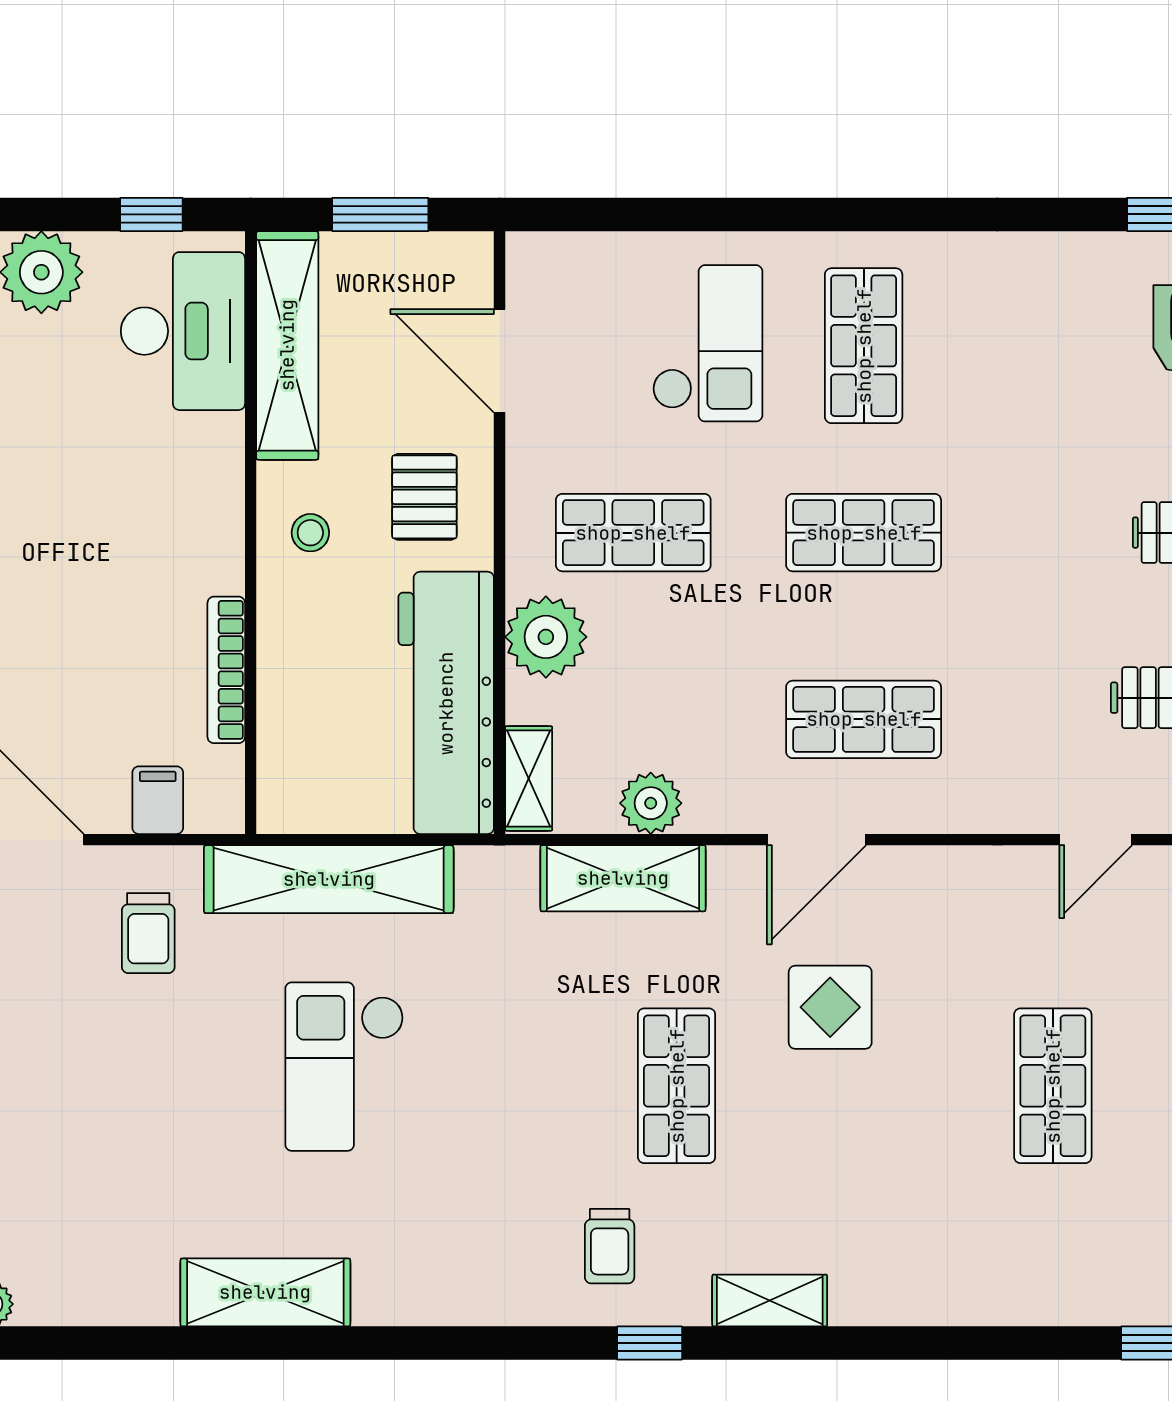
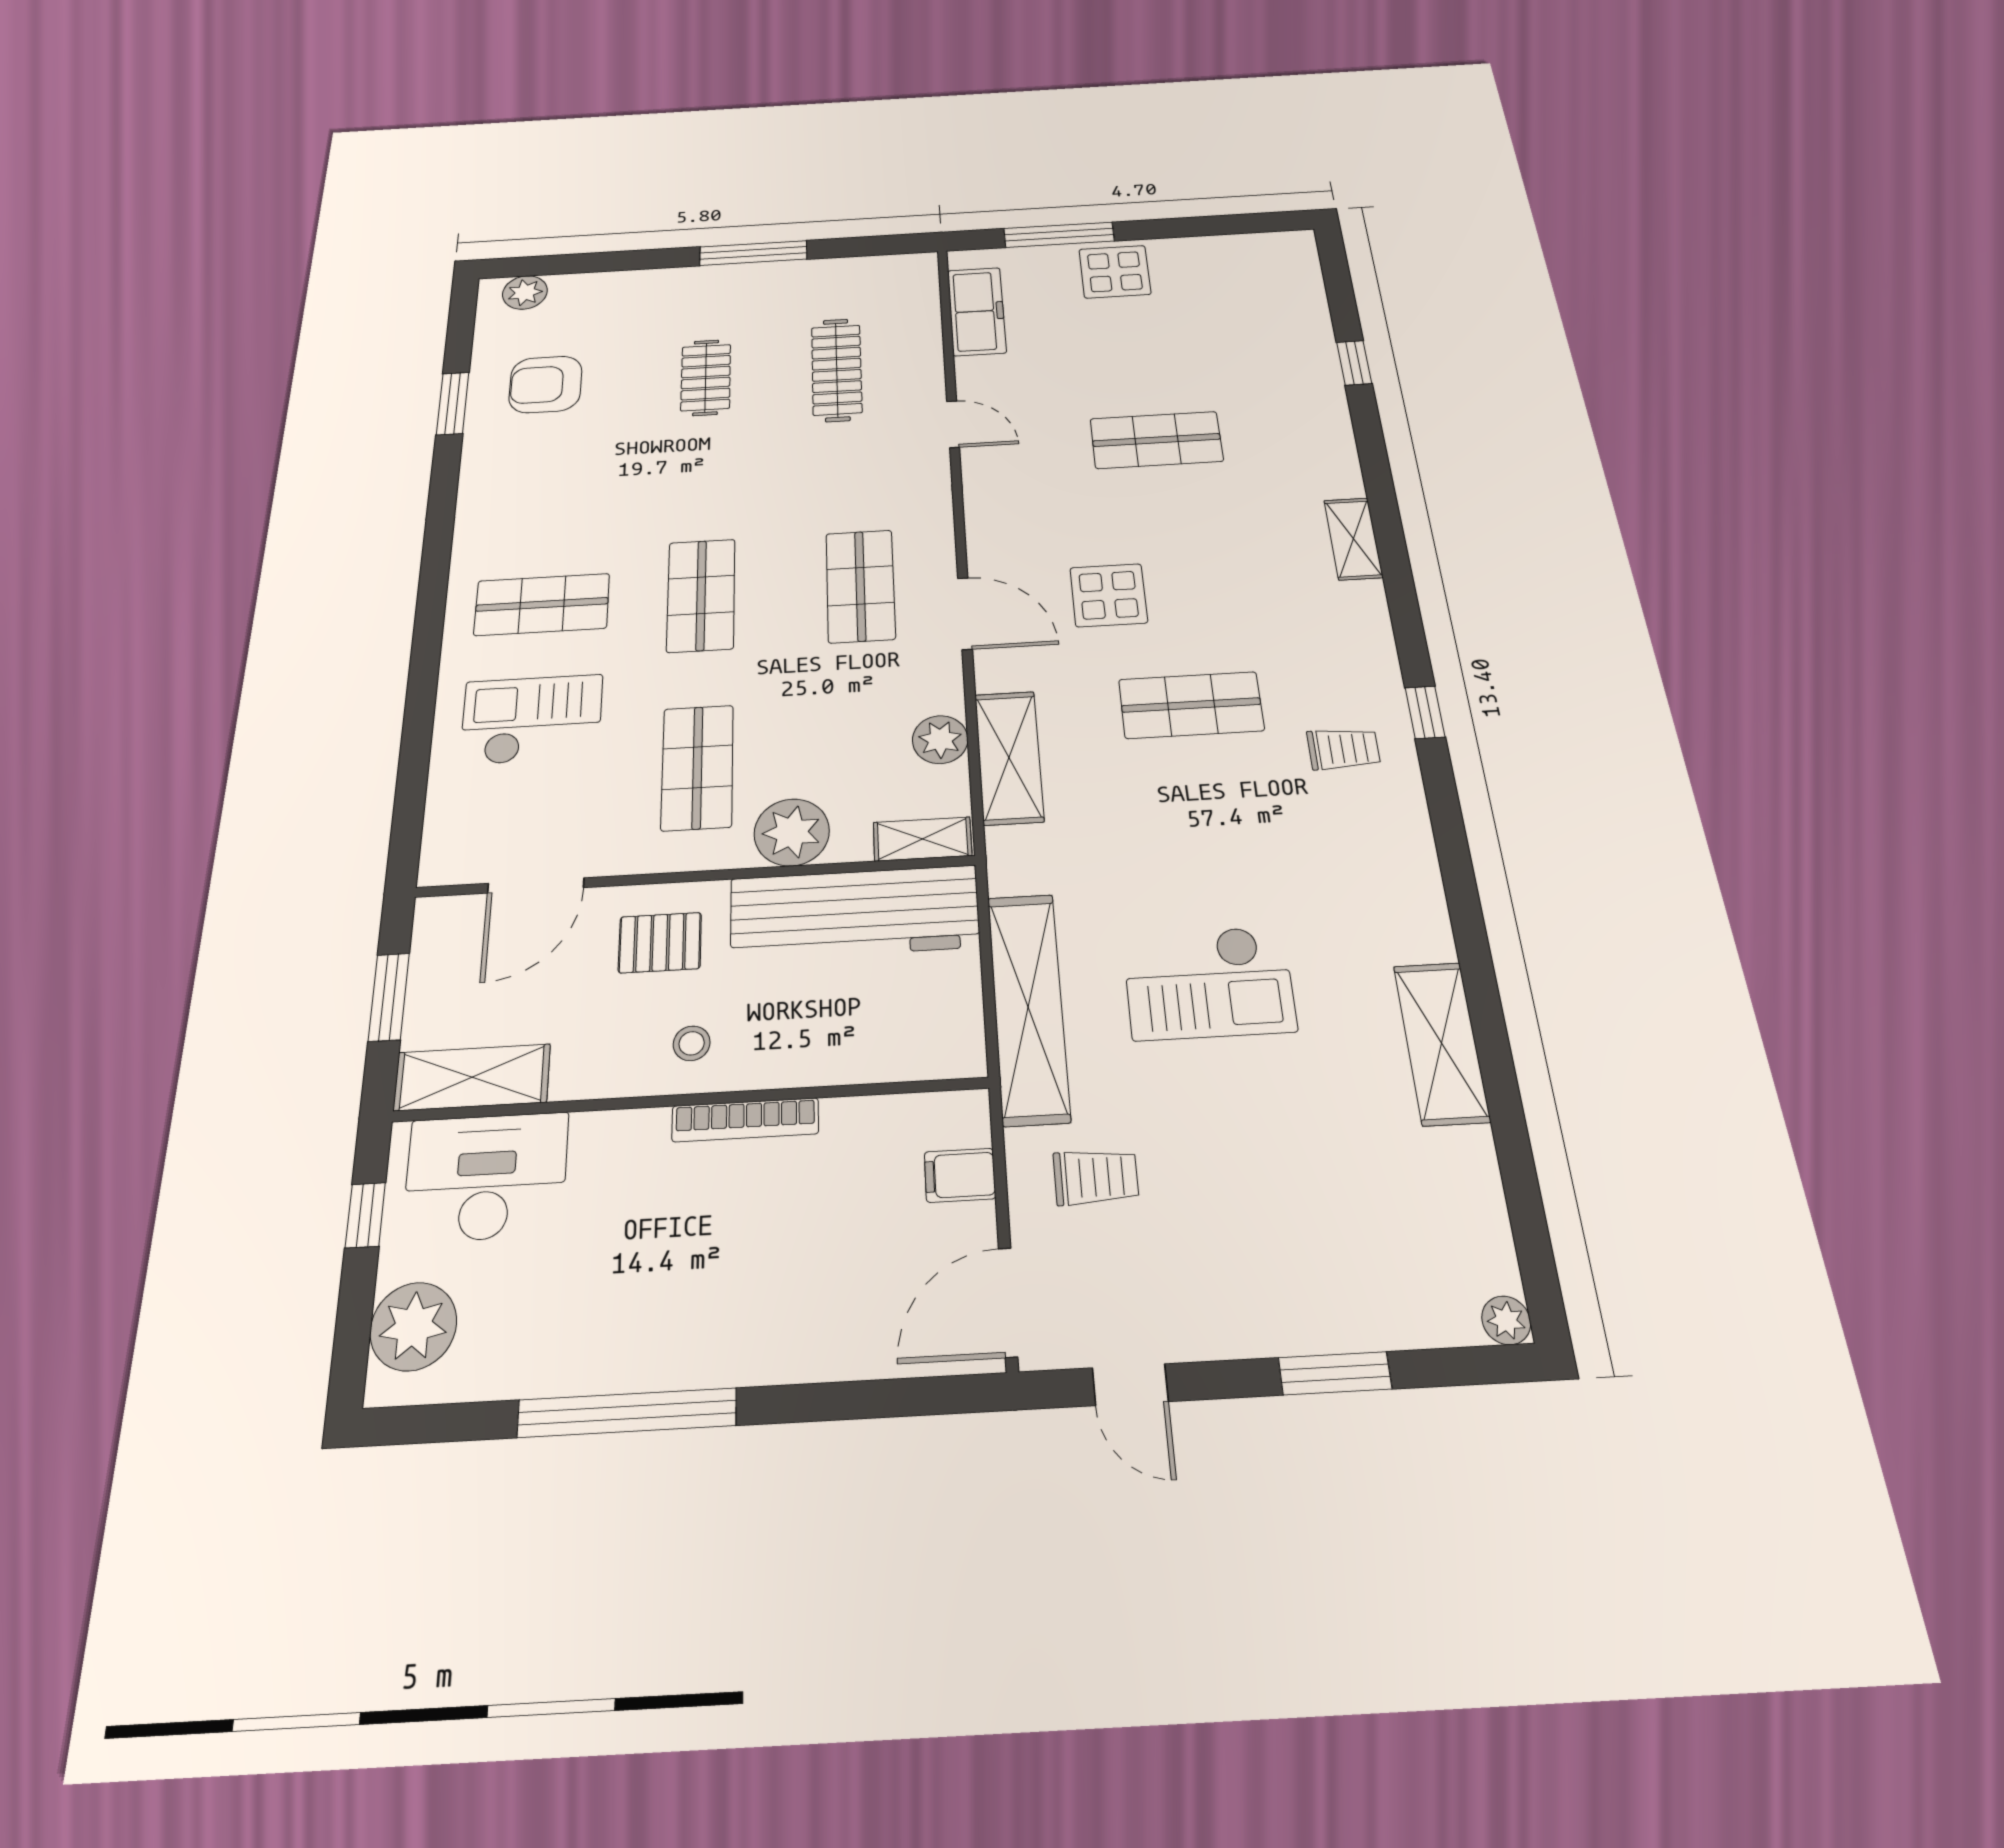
shelving: (287, 345) -> (472, 1077), width x0.68
bookcase: (226, 670) -> (745, 1120), moved
shelving: (770, 1301) -> (1353, 539), moved

